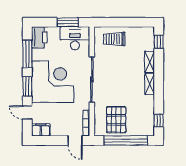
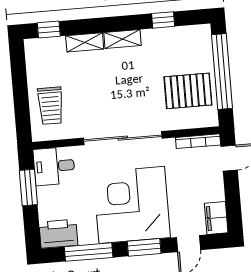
desk: (75, 38) -> (54, 166), width x0.73
window: (159, 120) -> (163, 20), moved

